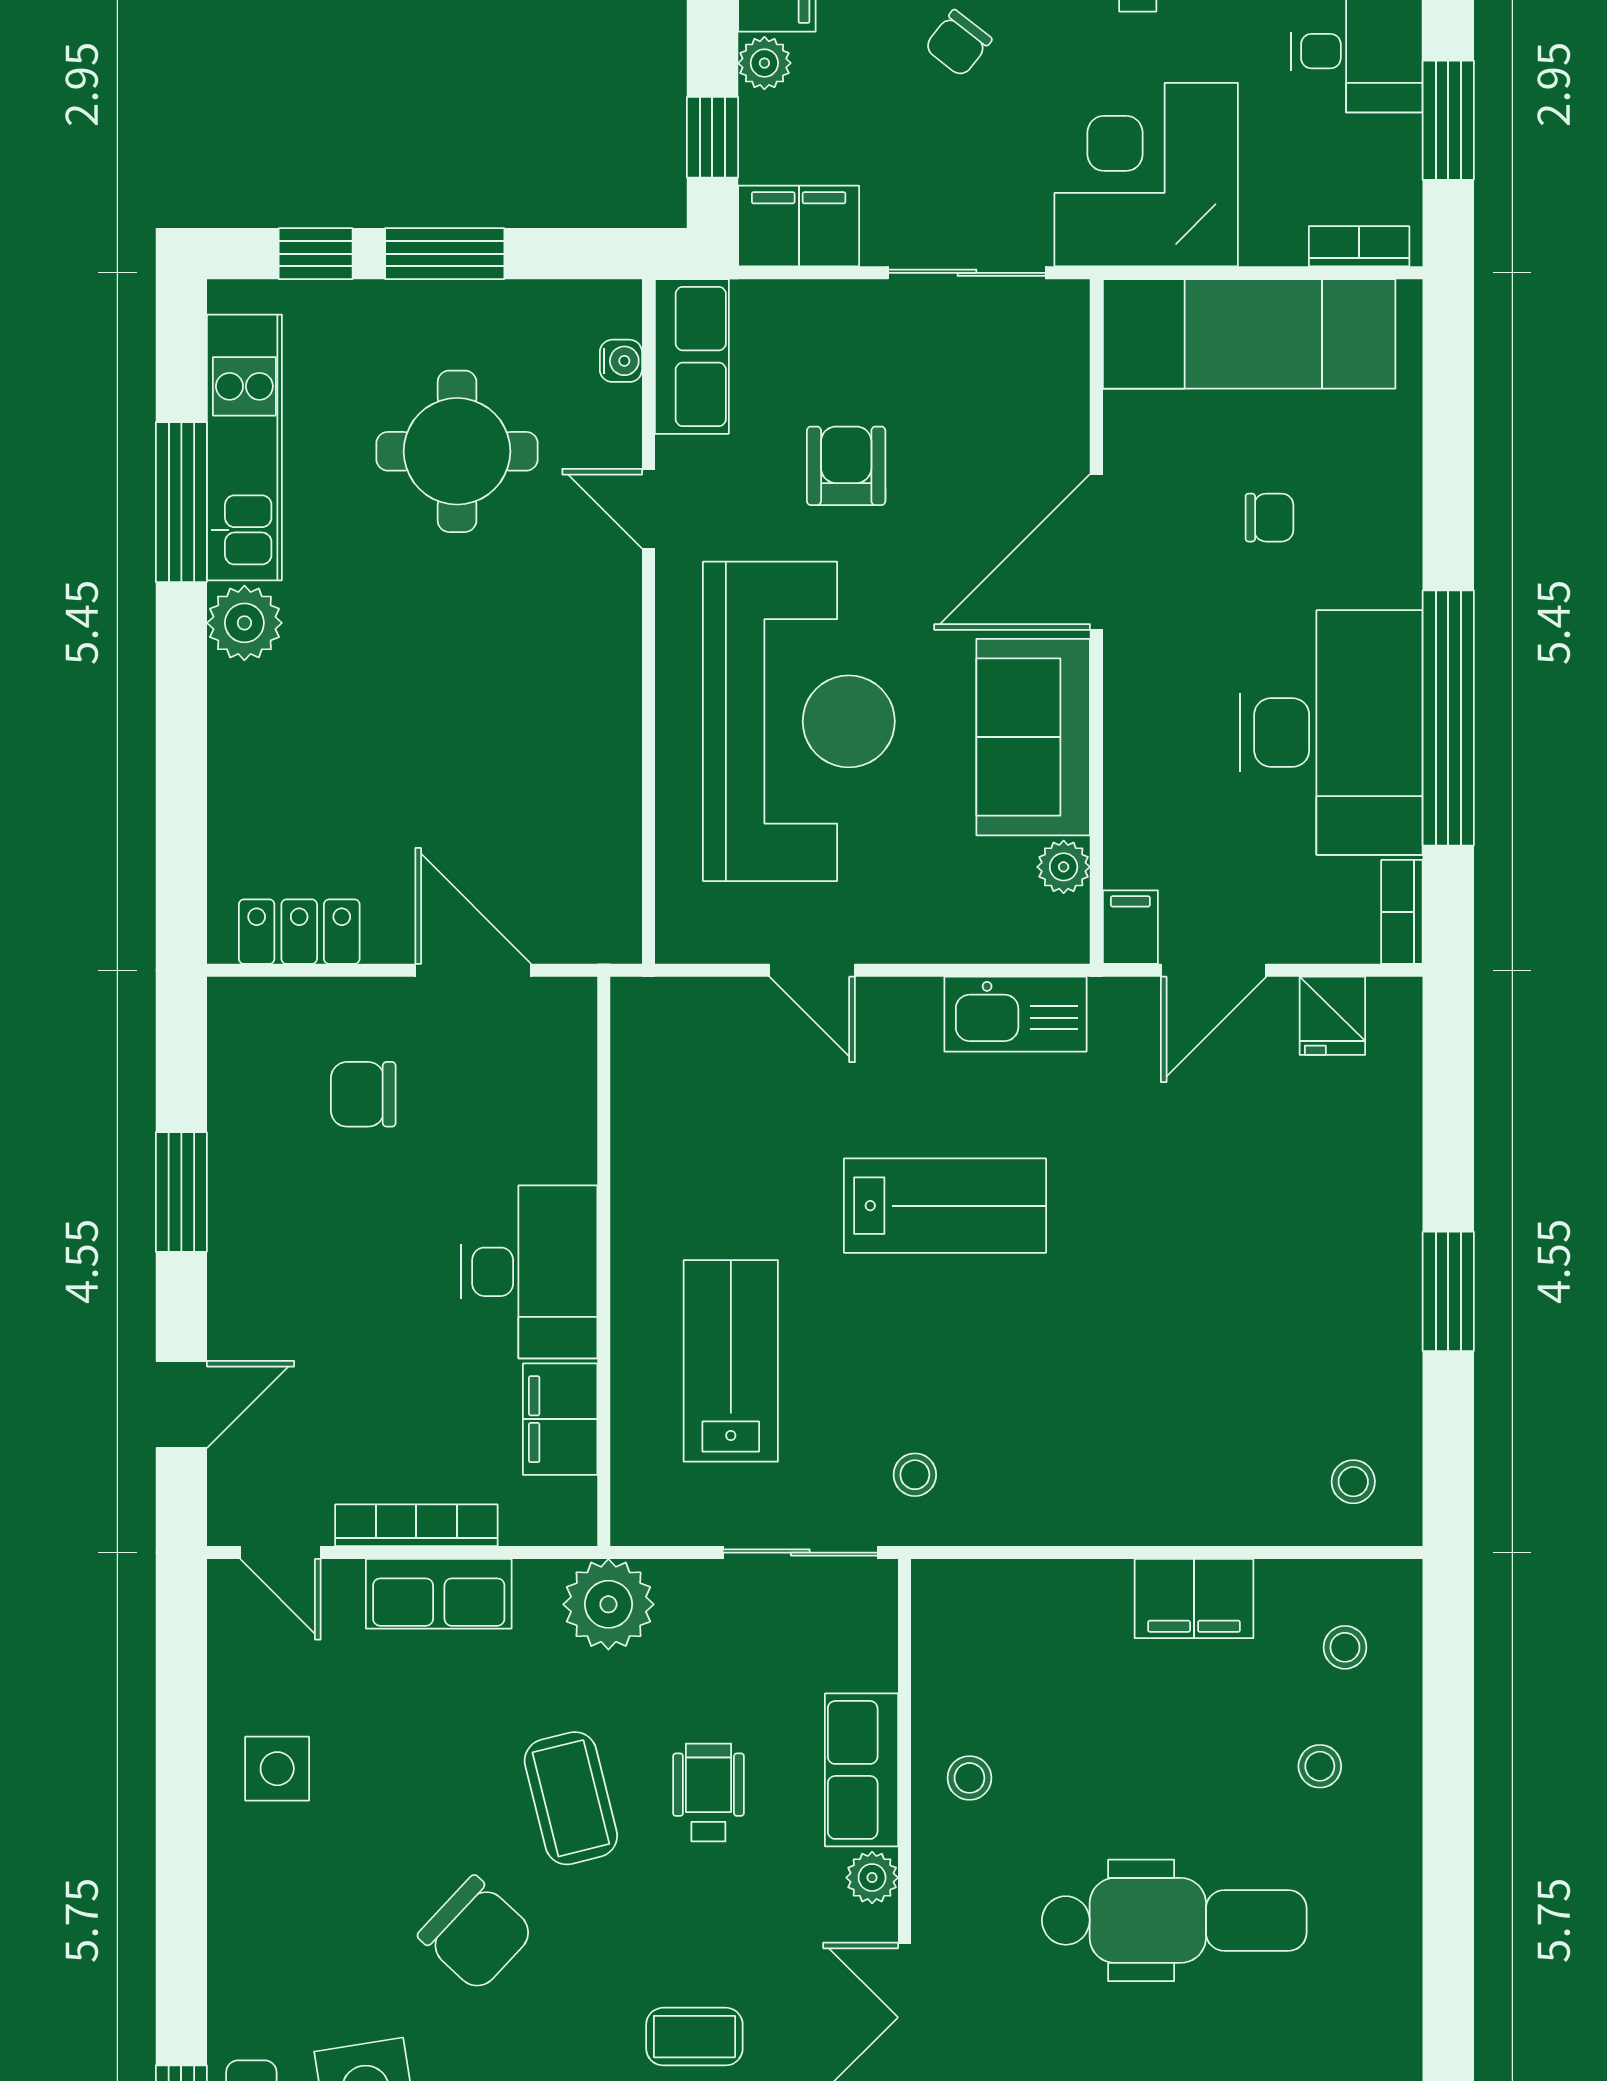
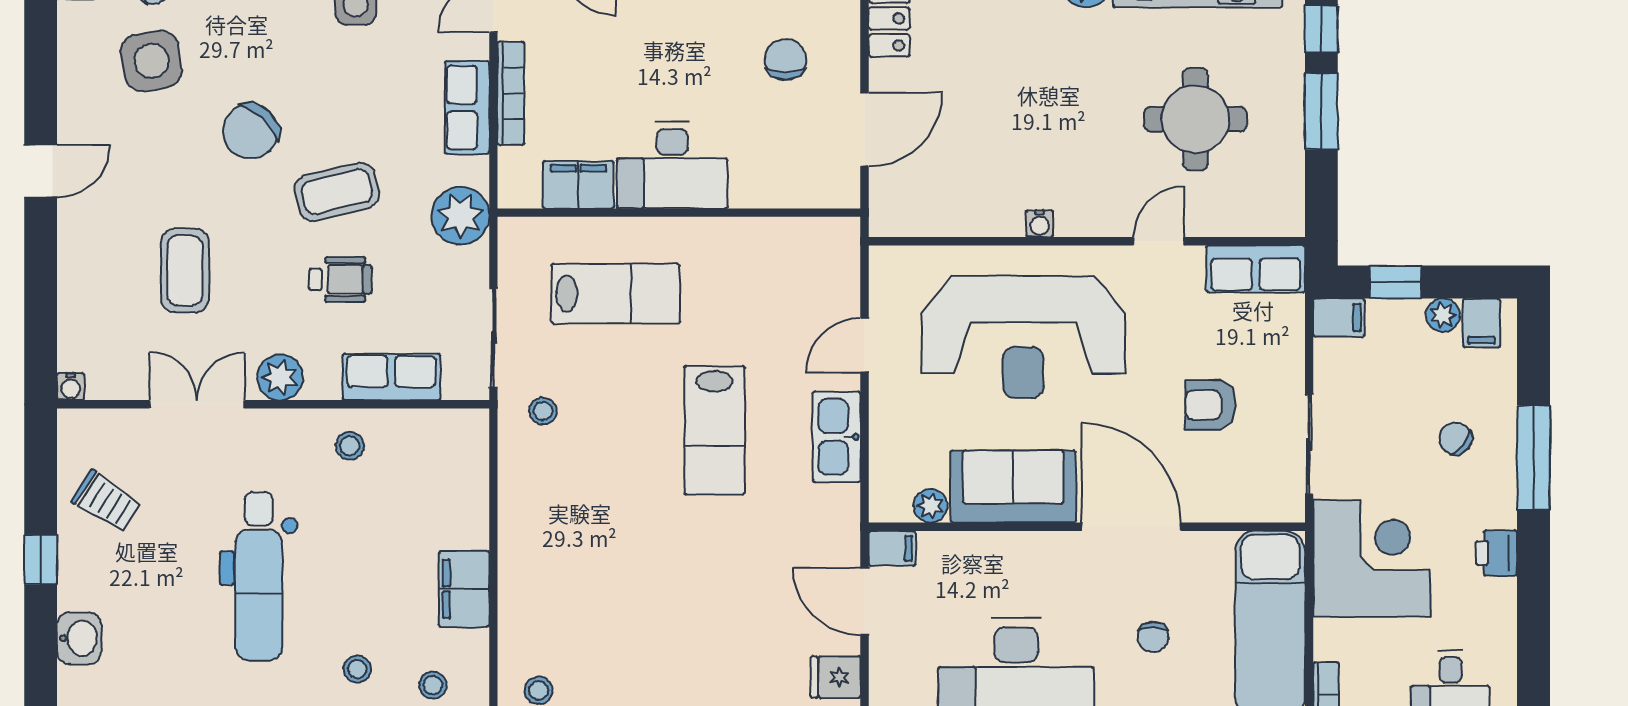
filing cabinet: (799, 226) -> (1339, 318), width x0.50
water cooler: (621, 361) -> (1039, 224), moved
armchair: (846, 466) -> (1210, 405), moved, turned 180
kitchen sink: (1015, 1014) -> (837, 437), moved
row of seats: (861, 1770) -> (391, 377), moved
plant: (872, 1878) -> (280, 377), width x1.38, depth x1.38
coffee table: (694, 2037) -> (185, 270), width x1.36, depth x1.30

